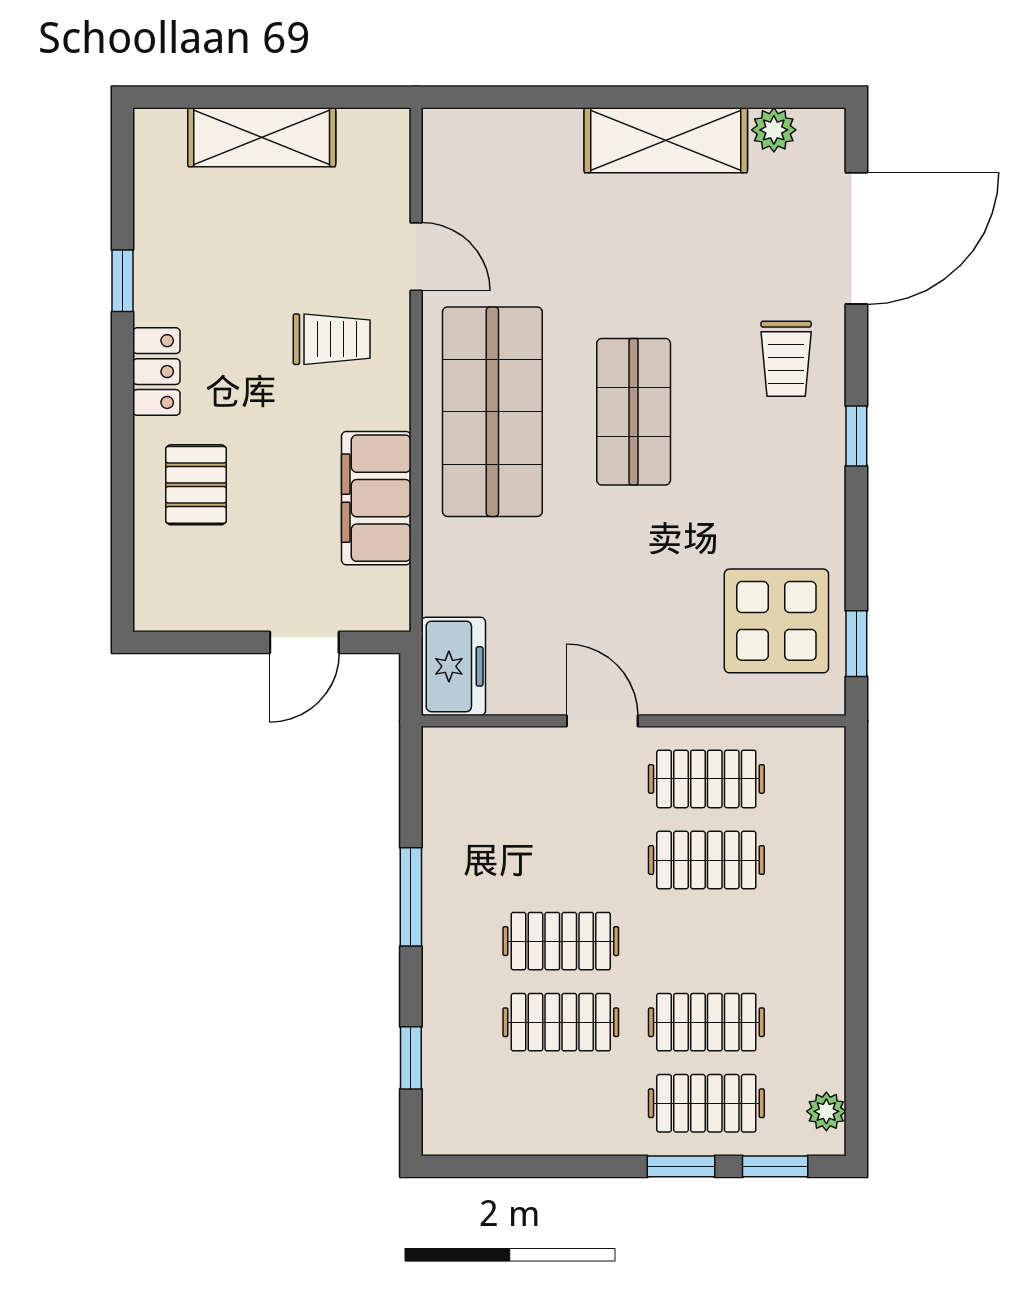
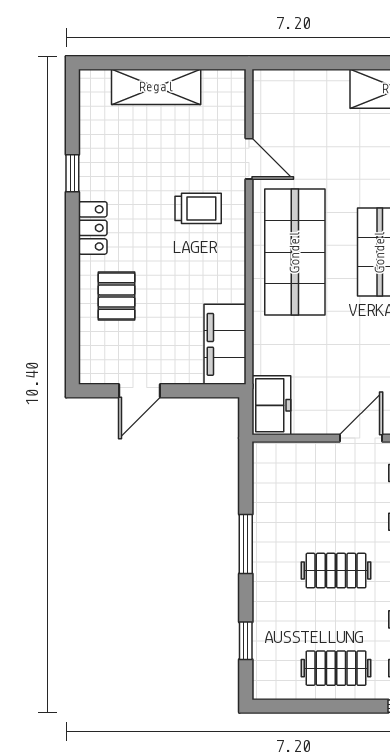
filing cabinet: (376, 498) -> (225, 344), moved
door: (304, 642) -> (139, 391), moved
door: (602, 721) -> (361, 438), hinge flipped
clothes rail: (561, 1022) -> (336, 668), moved

